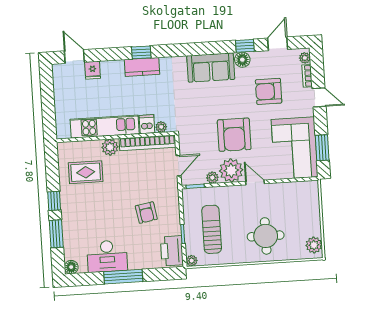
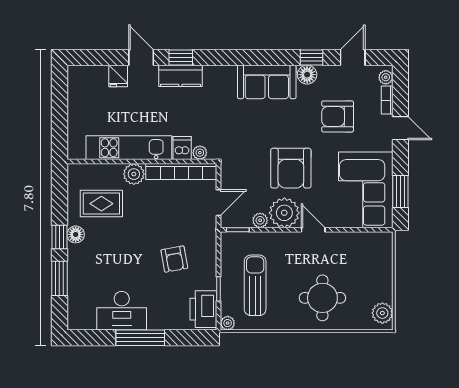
door: (74, 57) -> (141, 57), moved
floor lamp: (71, 267) -> (76, 234), moved

